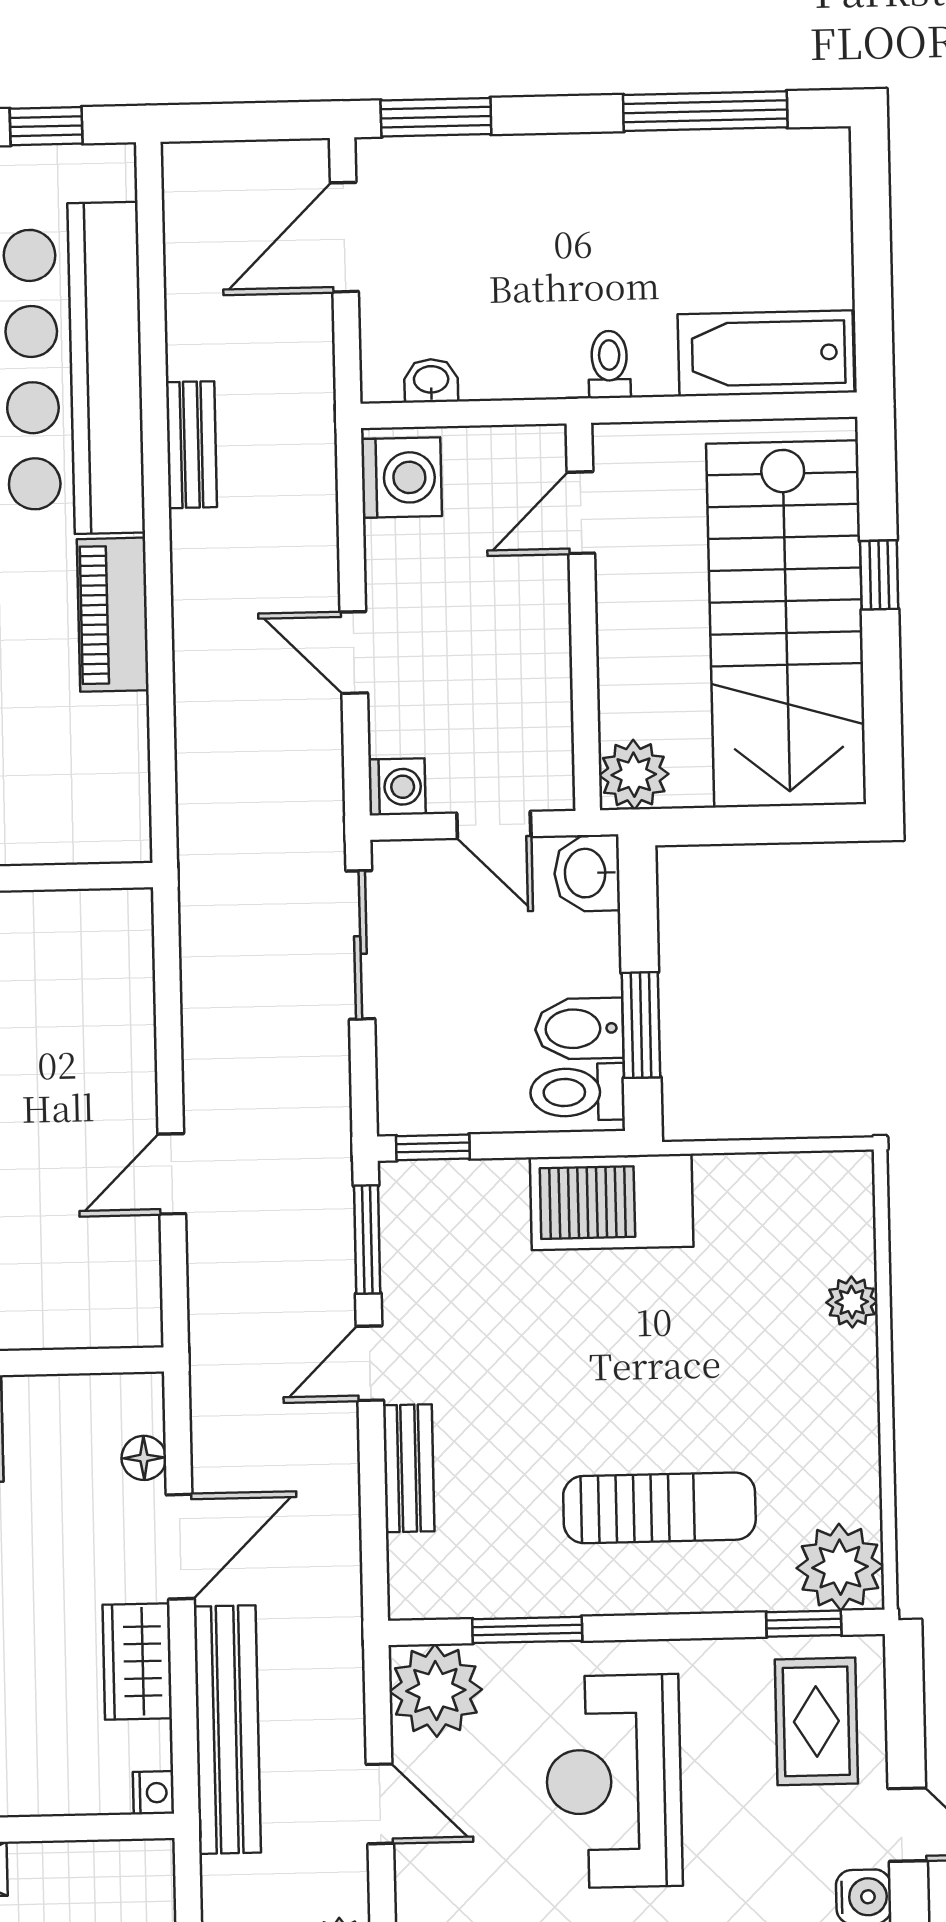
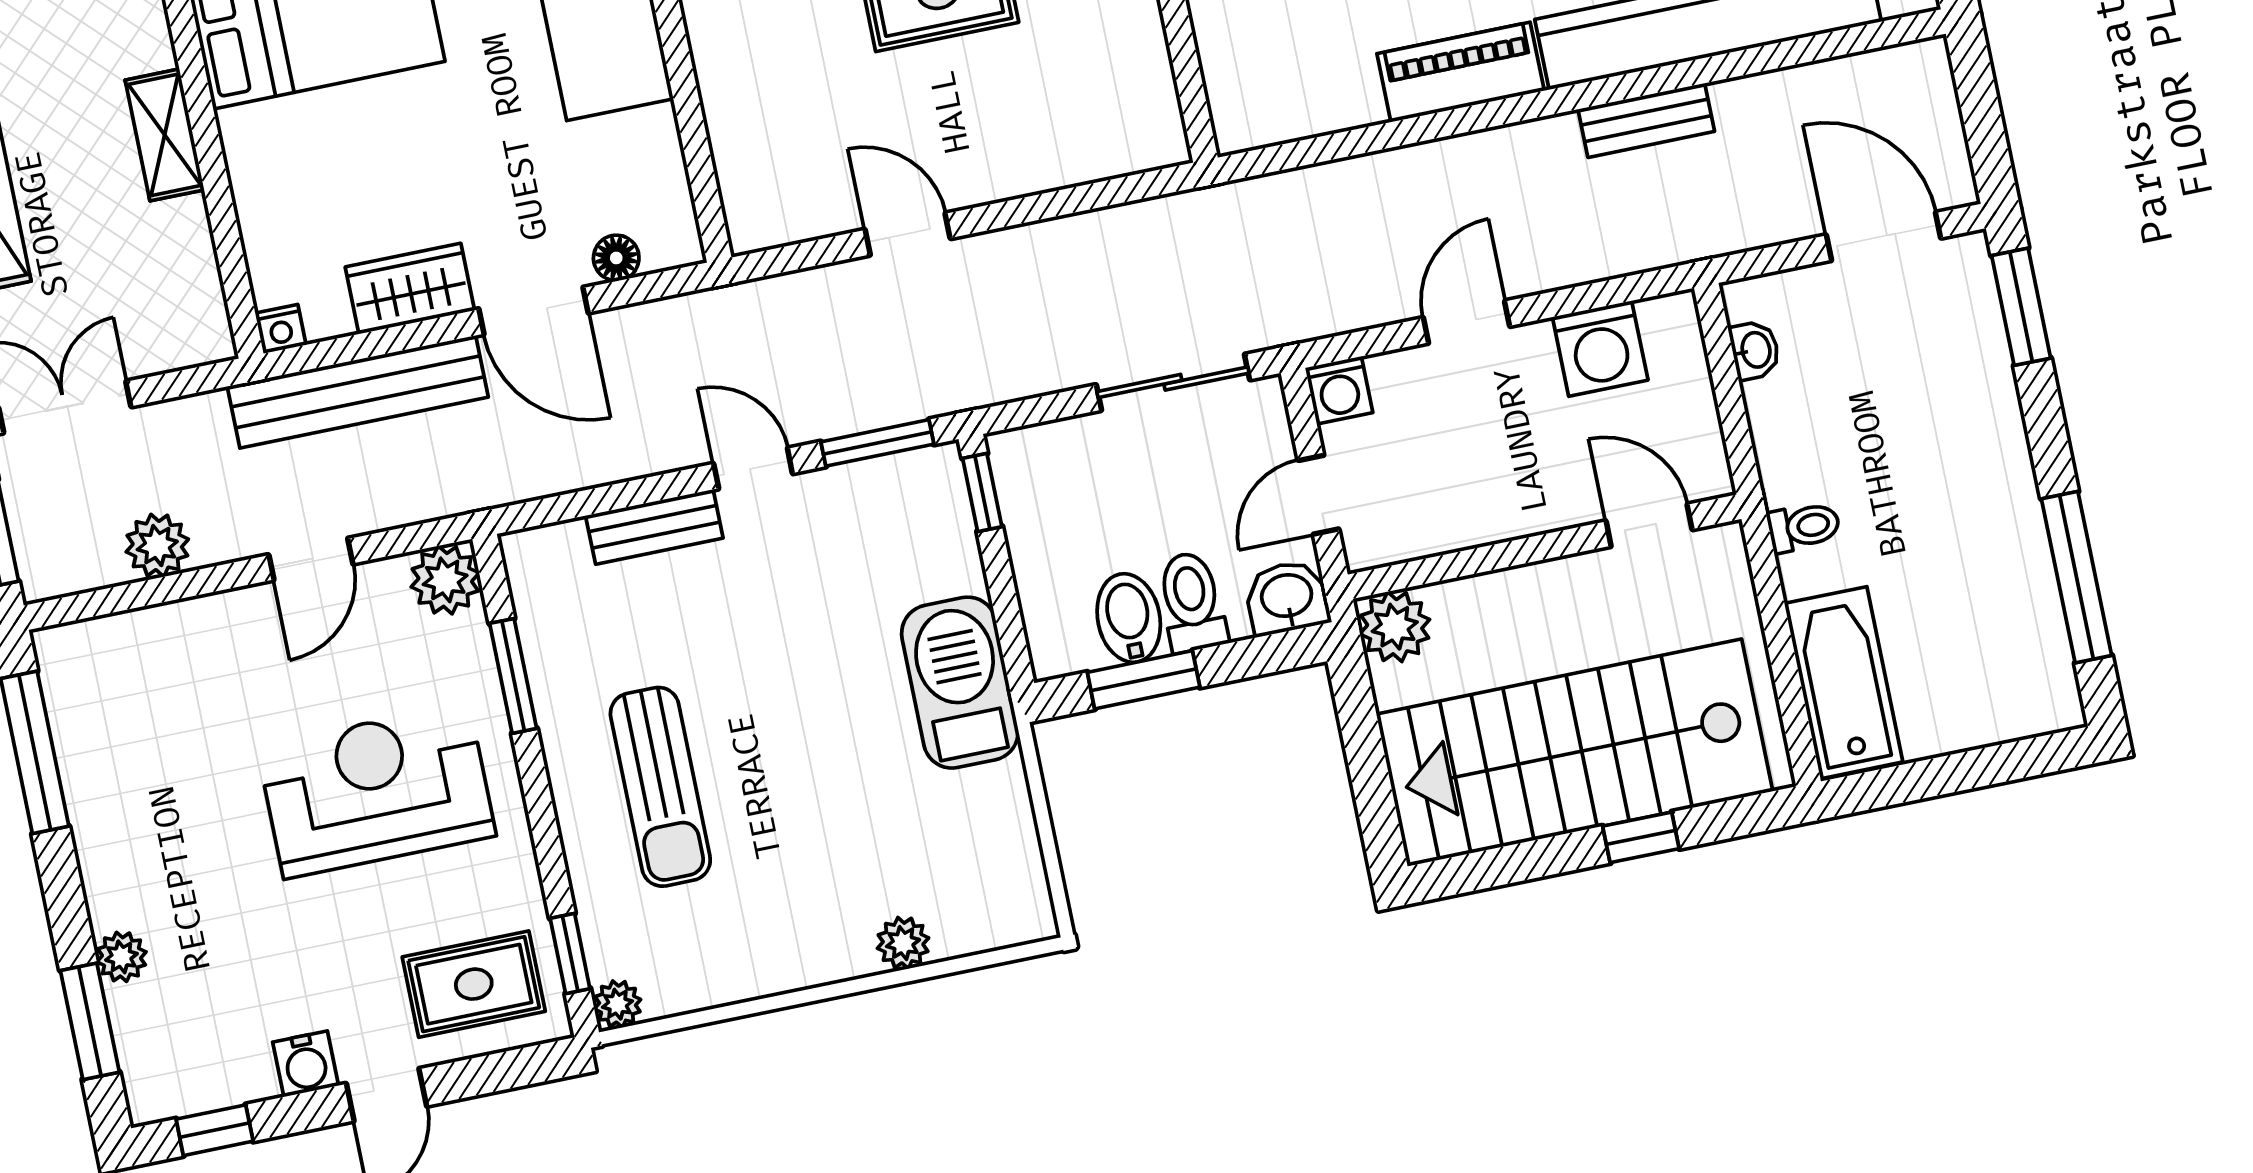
washing machine: (401, 478) -> (1600, 349), moved
toilet: (577, 1092) -> (1192, 602), moved
plant: (840, 1567) -> (617, 1004), width x0.53, depth x0.53
plant: (436, 1690) -> (445, 580), width x0.73, depth x0.73

